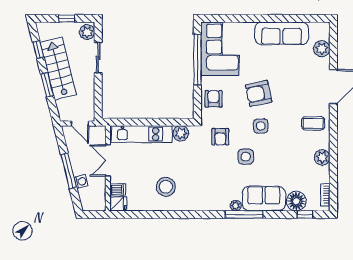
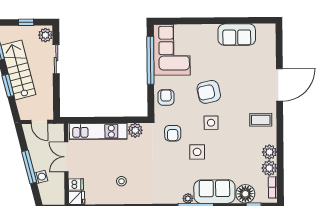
sofa: (282, 33) -> (237, 35), width x0.73
plant: (322, 49) -> (269, 168), moved
stool: (166, 187) -> (121, 181), width x0.53, depth x0.53

